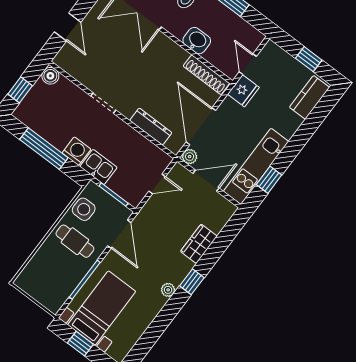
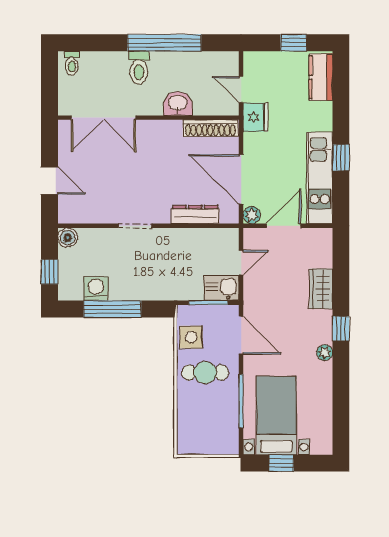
washing machine: (76, 151) -> (96, 289), moved
kitchen sink: (98, 167) -> (221, 288), moved
window: (269, 180) -> (341, 158), moved

